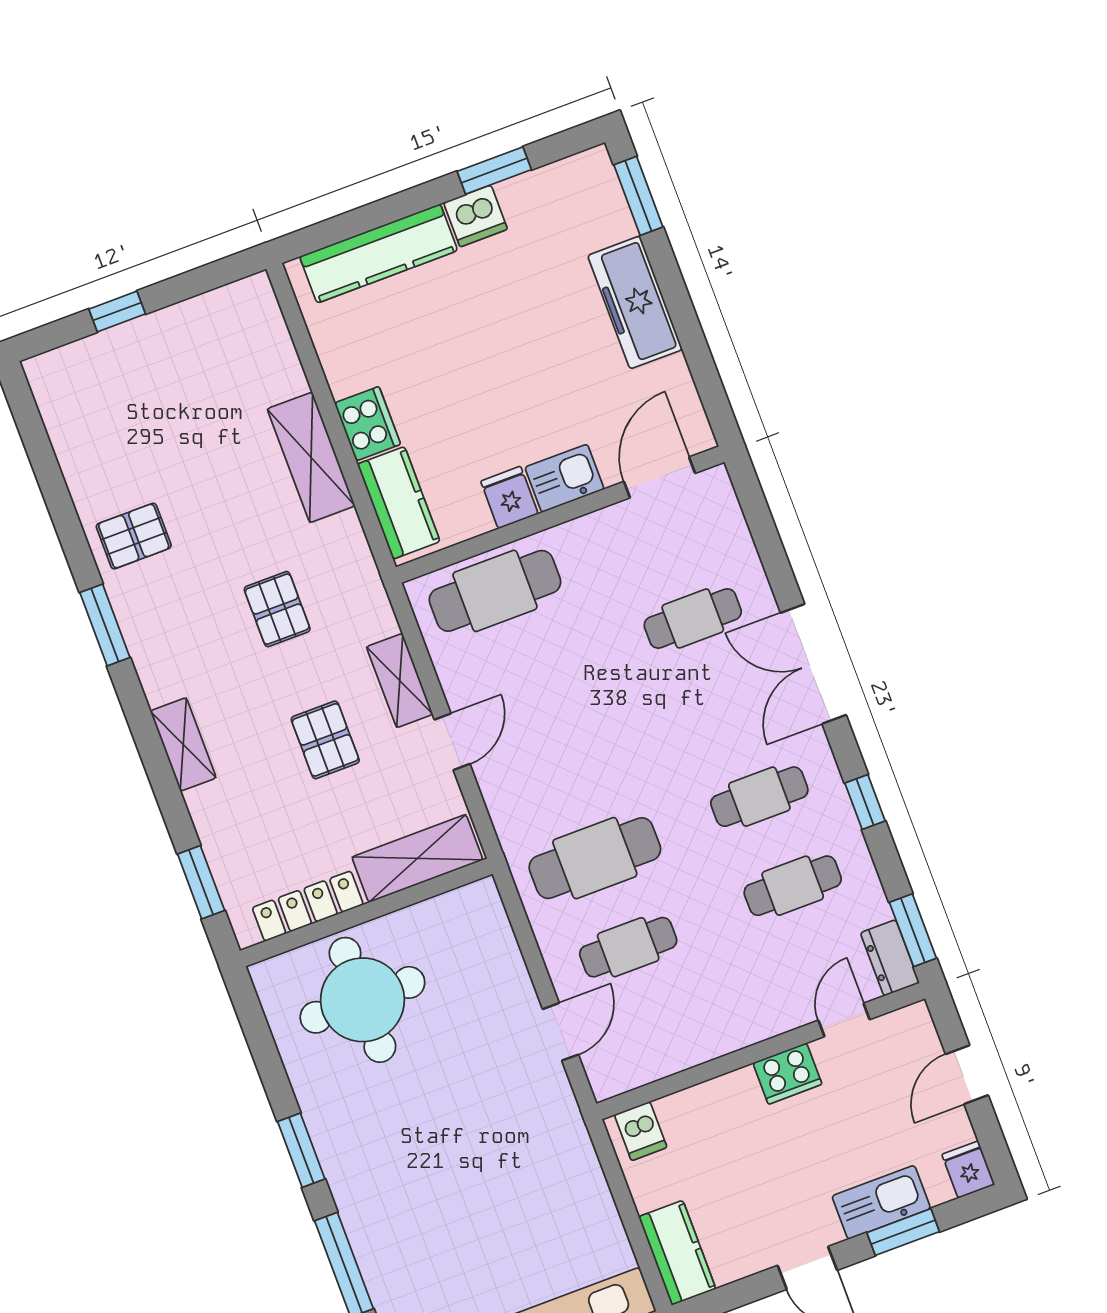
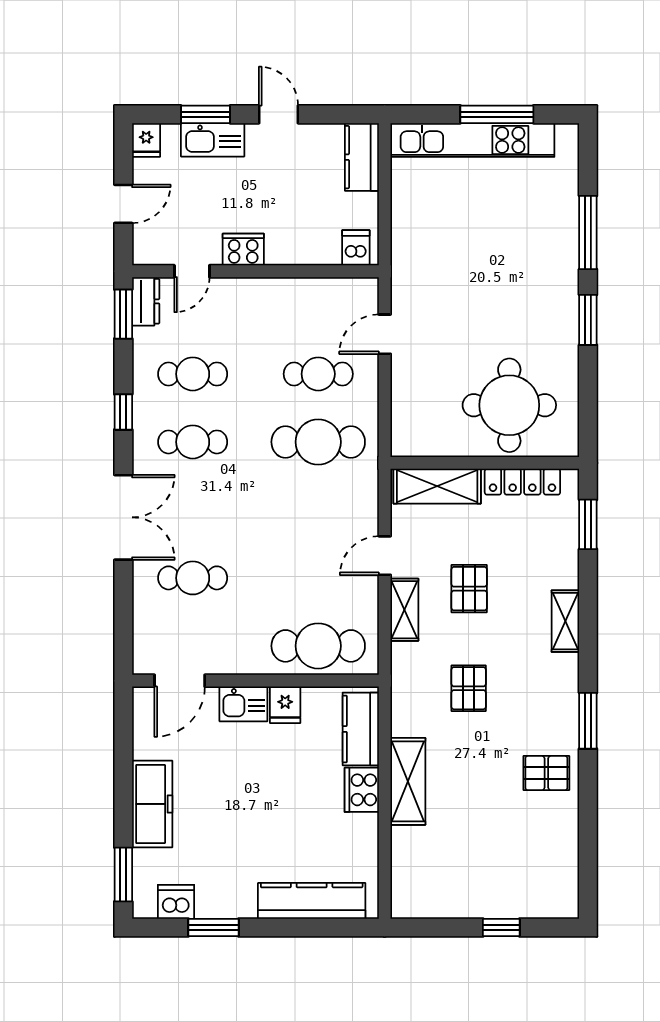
dishwasher: (475, 216) -> (176, 902), moved

